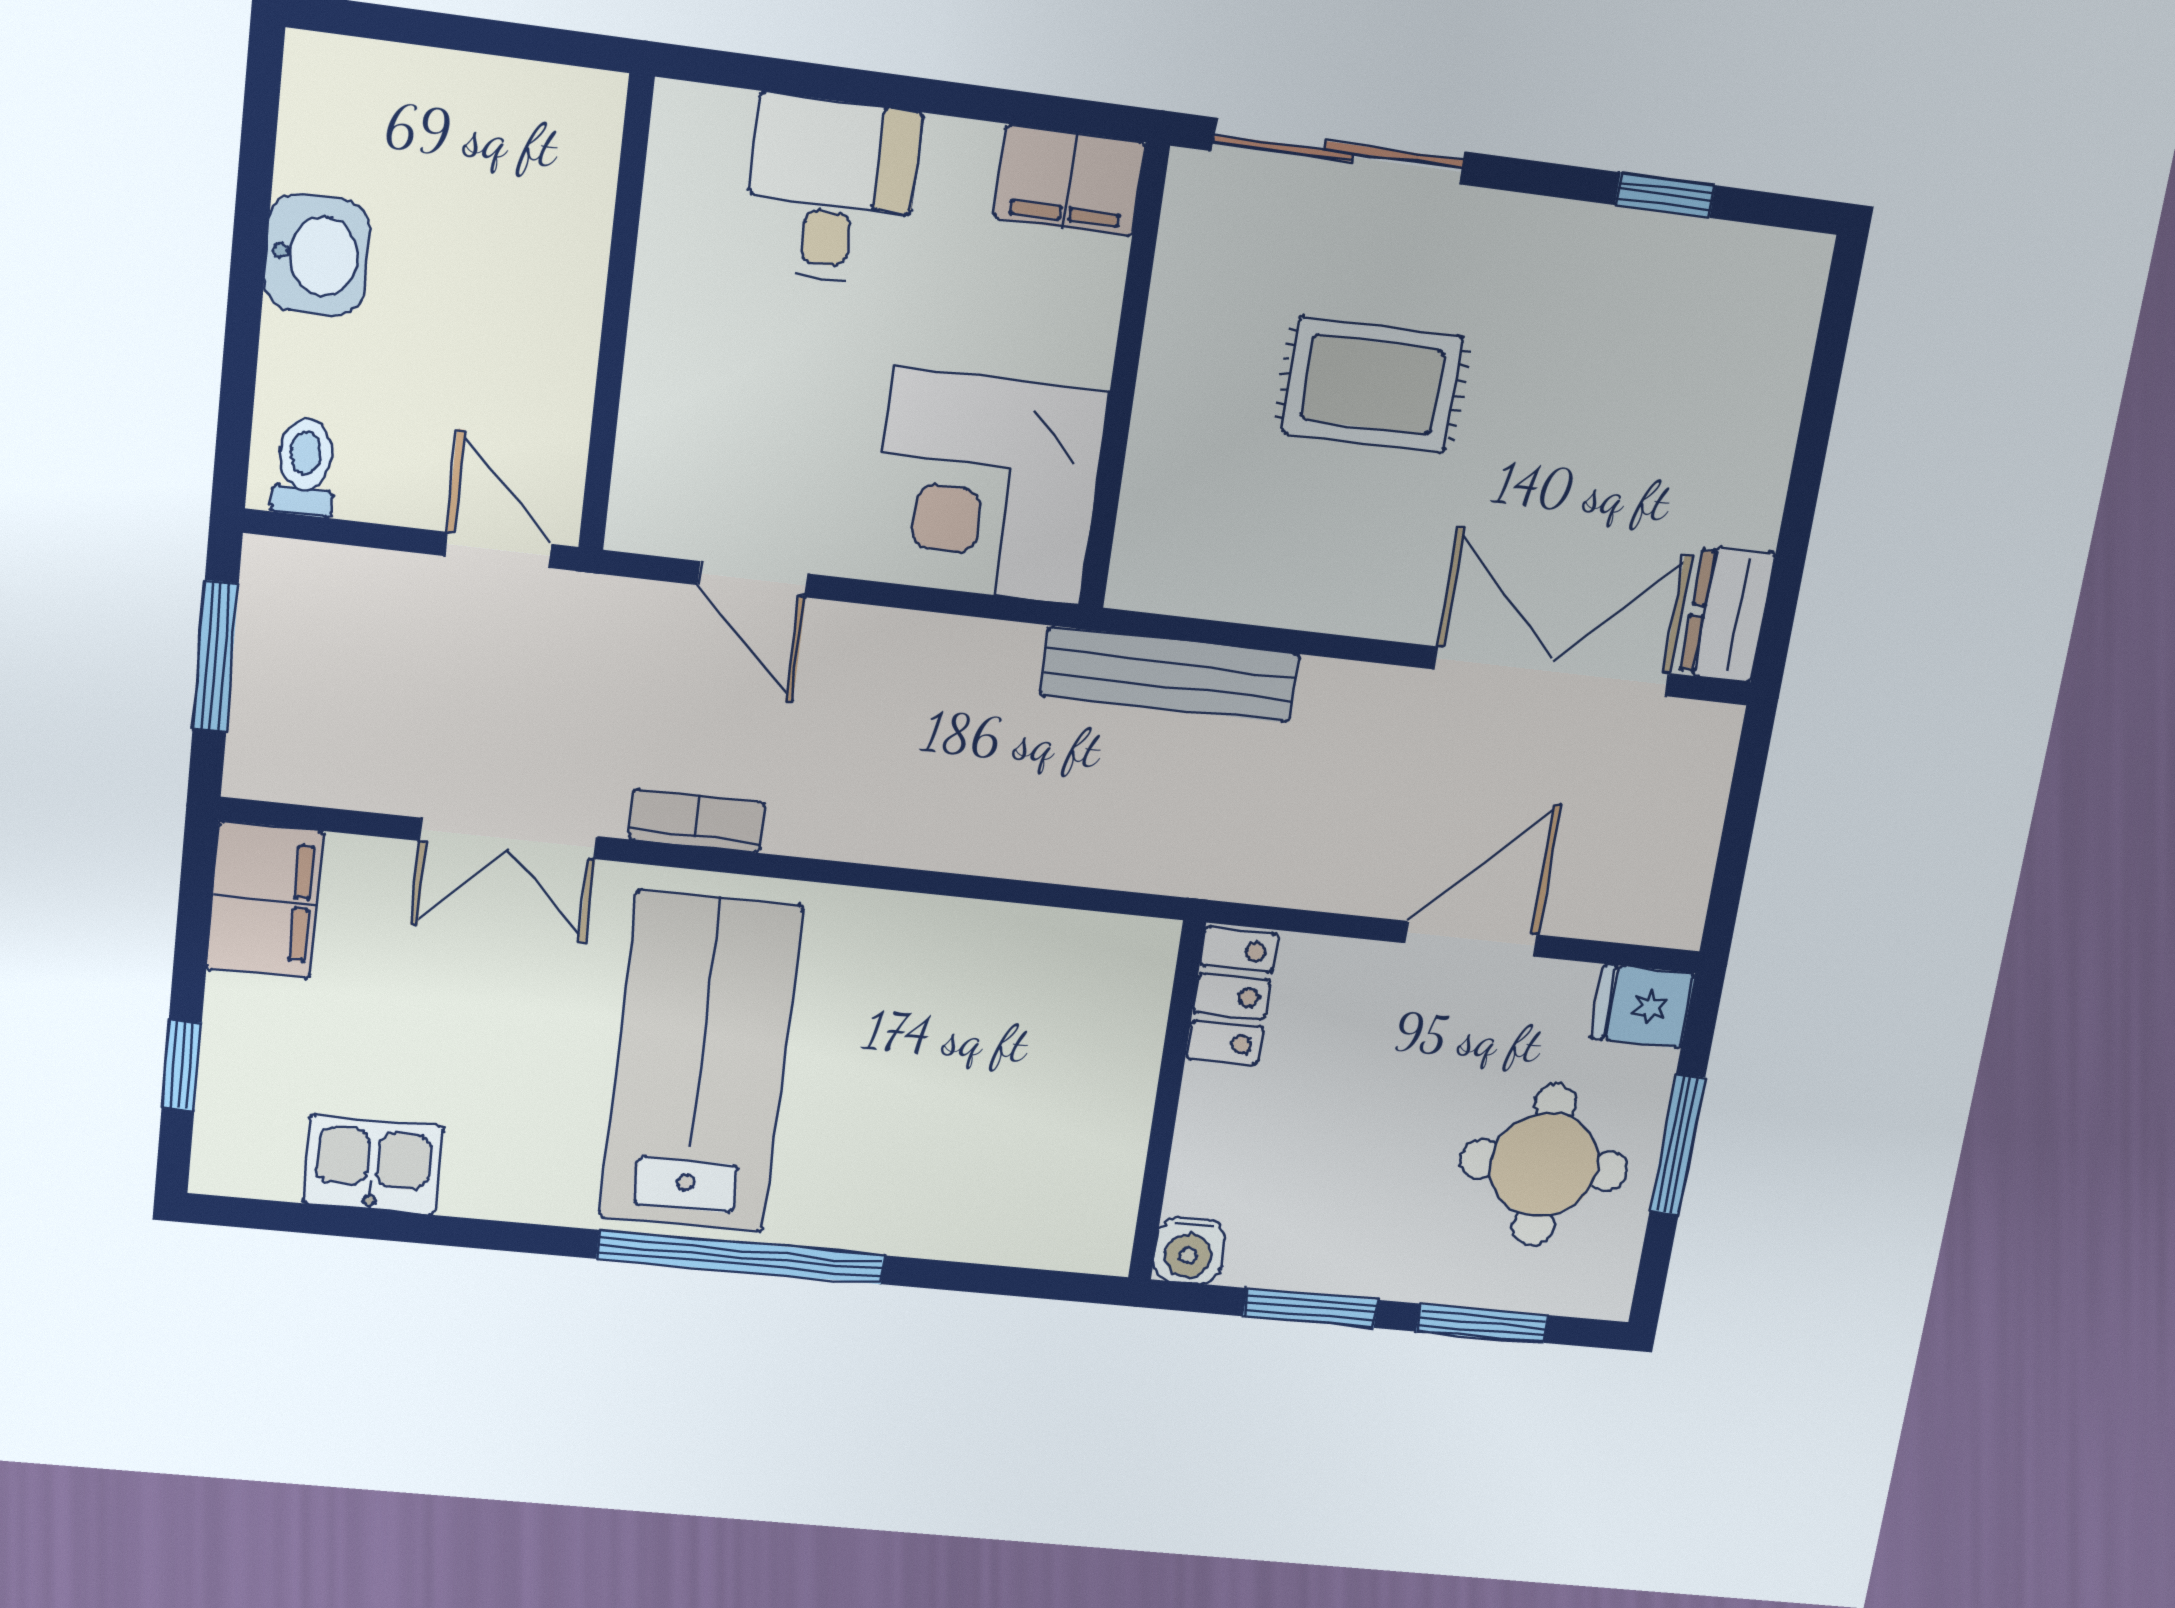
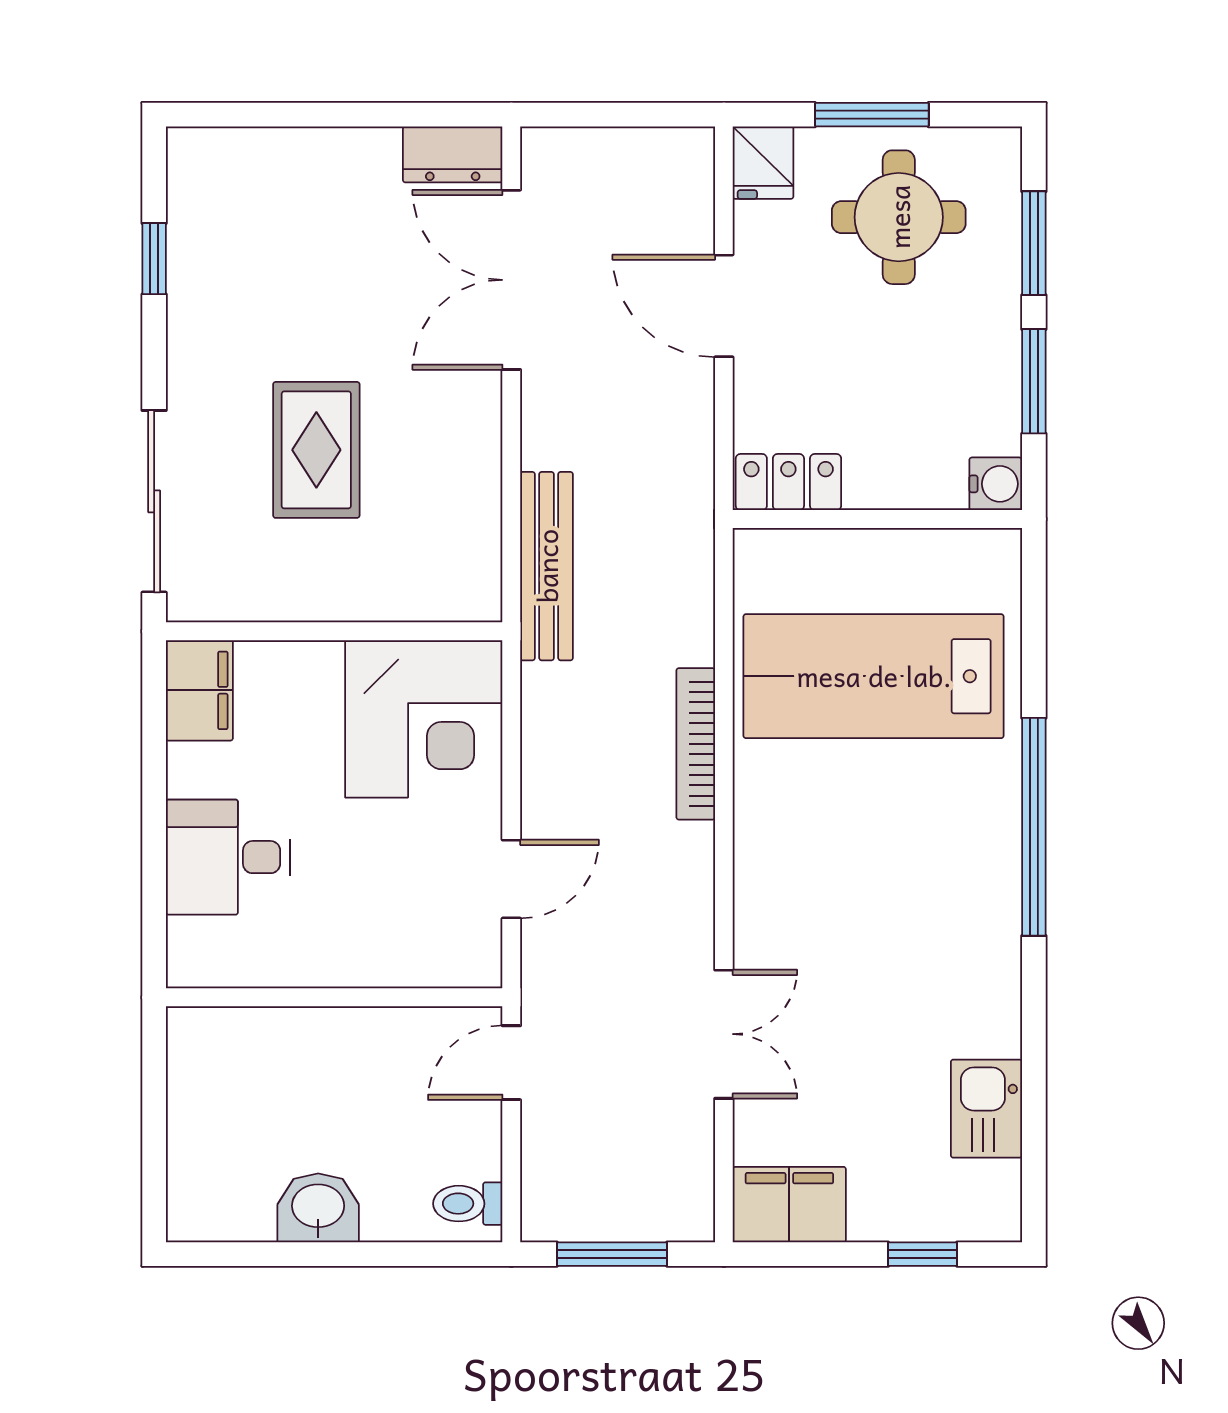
bookcase: (697, 821) -> (696, 744), moved, width x1.56
lab bench: (700, 1063) -> (874, 676), moved

